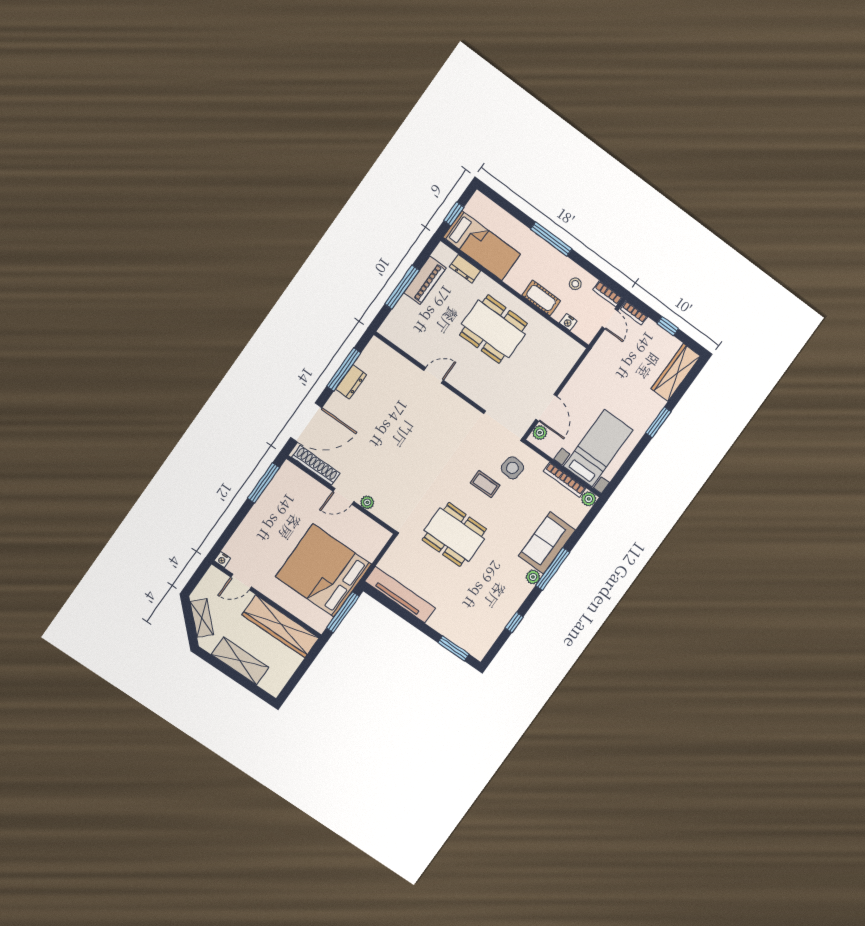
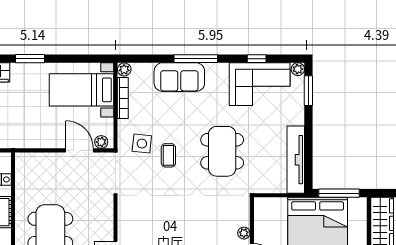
door: (546, 408) -> (79, 150), hinge flipped
plant: (533, 577) -> (298, 69), moved
corner sofa: (490, 609) -> (260, 84), added

